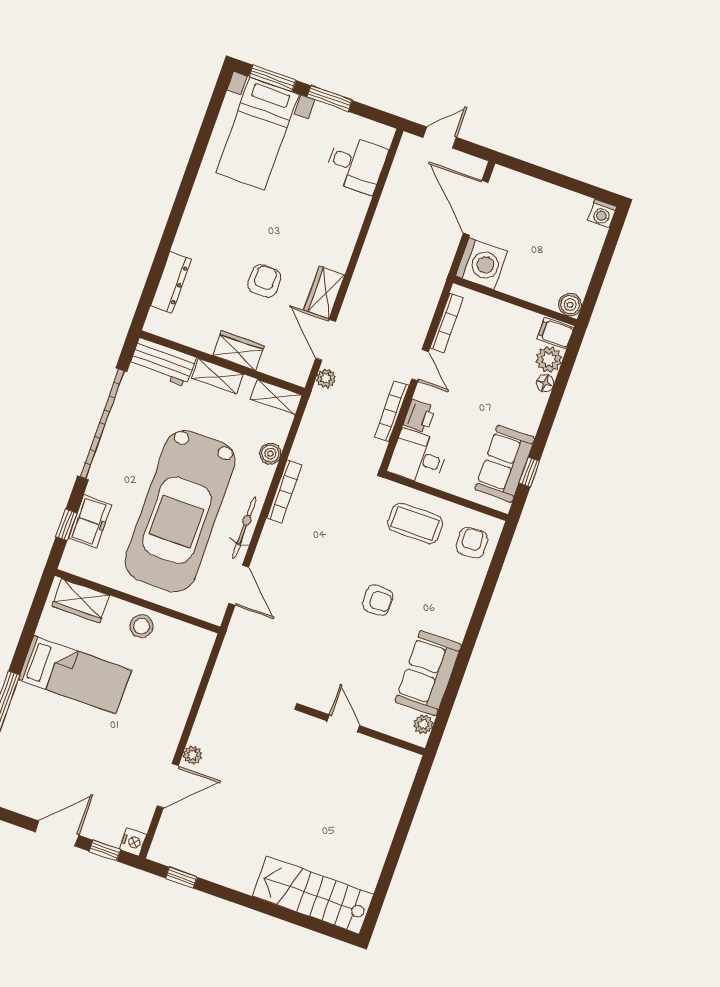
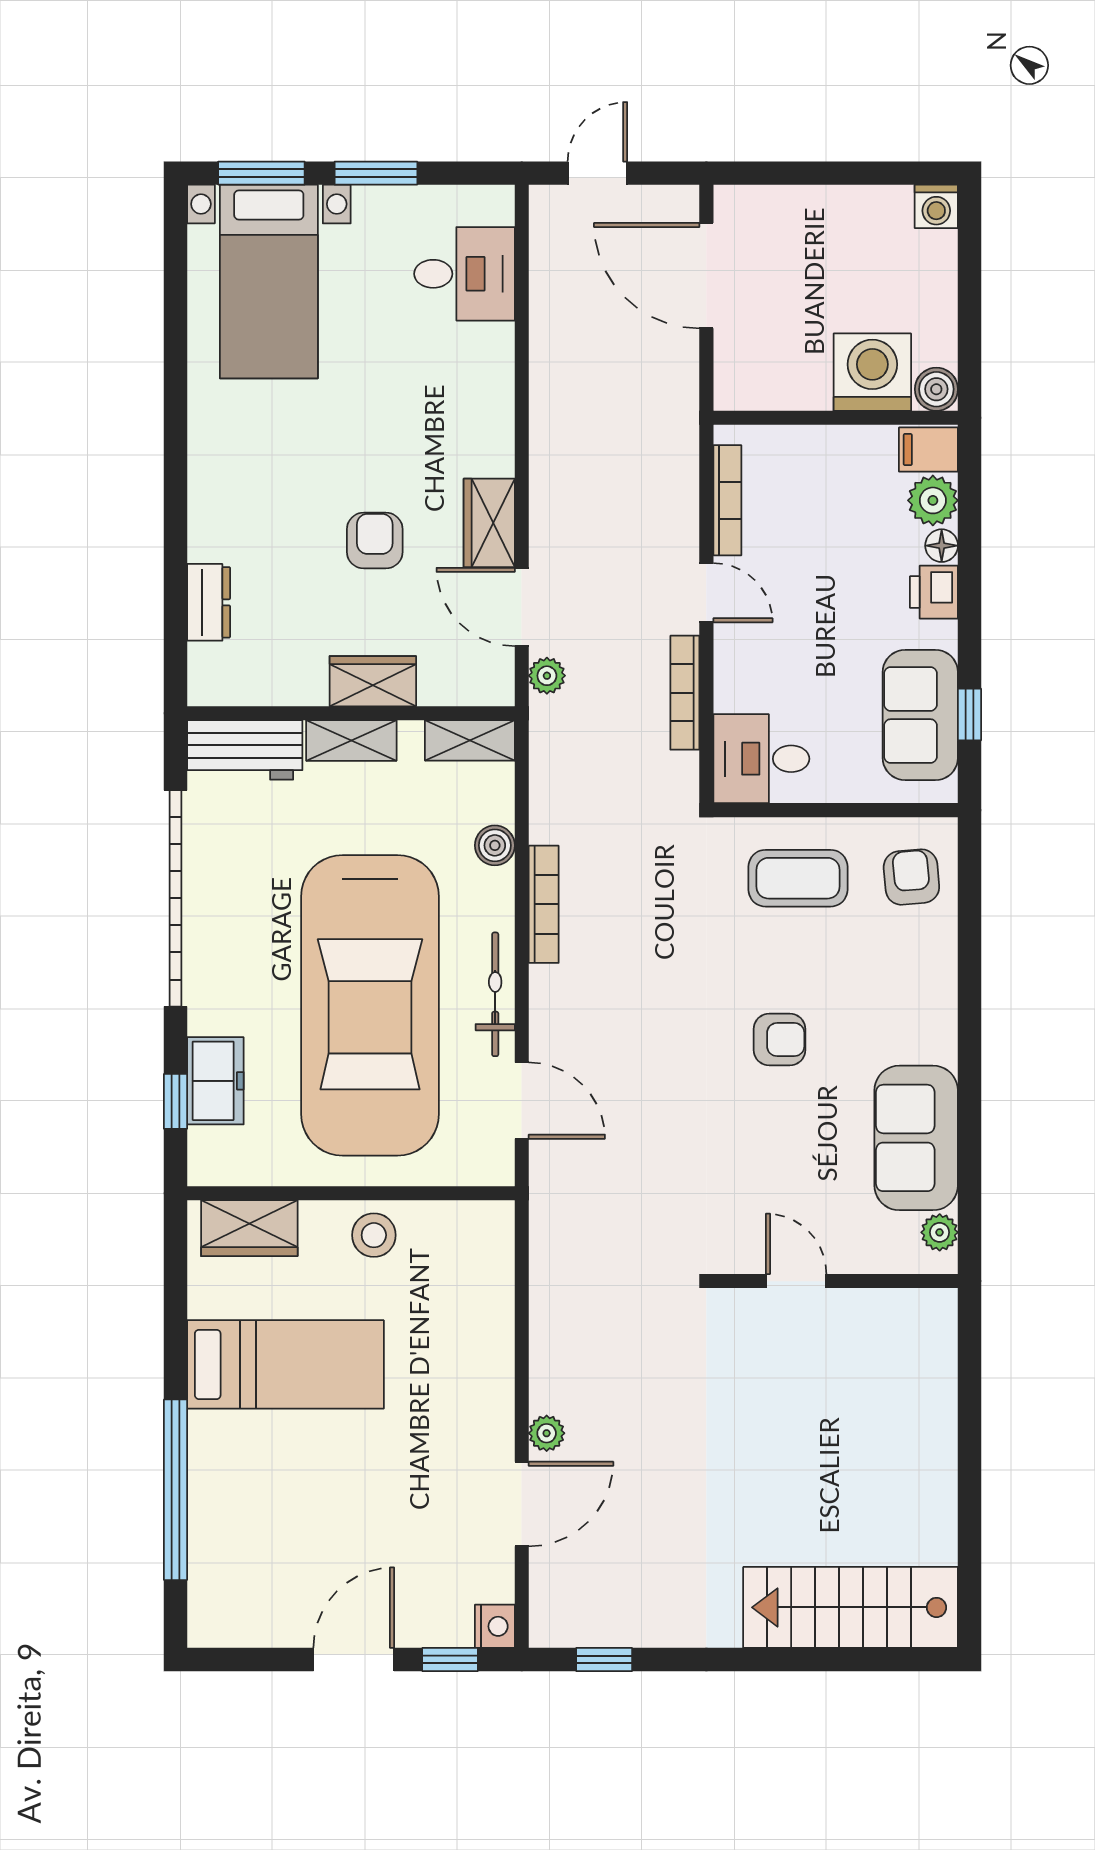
washing machine: (481, 264) -> (872, 372), moved, turned -90
dresser: (171, 282) -> (209, 602), width x0.70
printer: (419, 416) -> (934, 592), moved, turned 180

